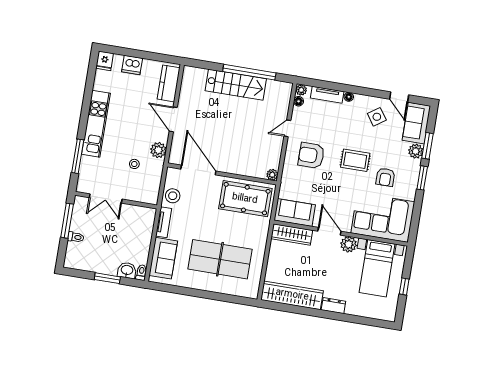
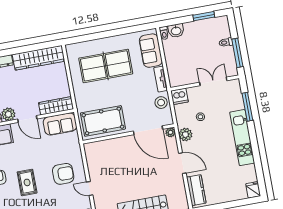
dishwasher: (132, 65) -> (179, 96), moved, turned 180
door: (287, 128) -> (90, 188), swing flipped
rug: (355, 160) -> (27, 182), turned 90
plant: (272, 175) -> (170, 132), moved
window: (107, 278) -> (204, 16), moved

